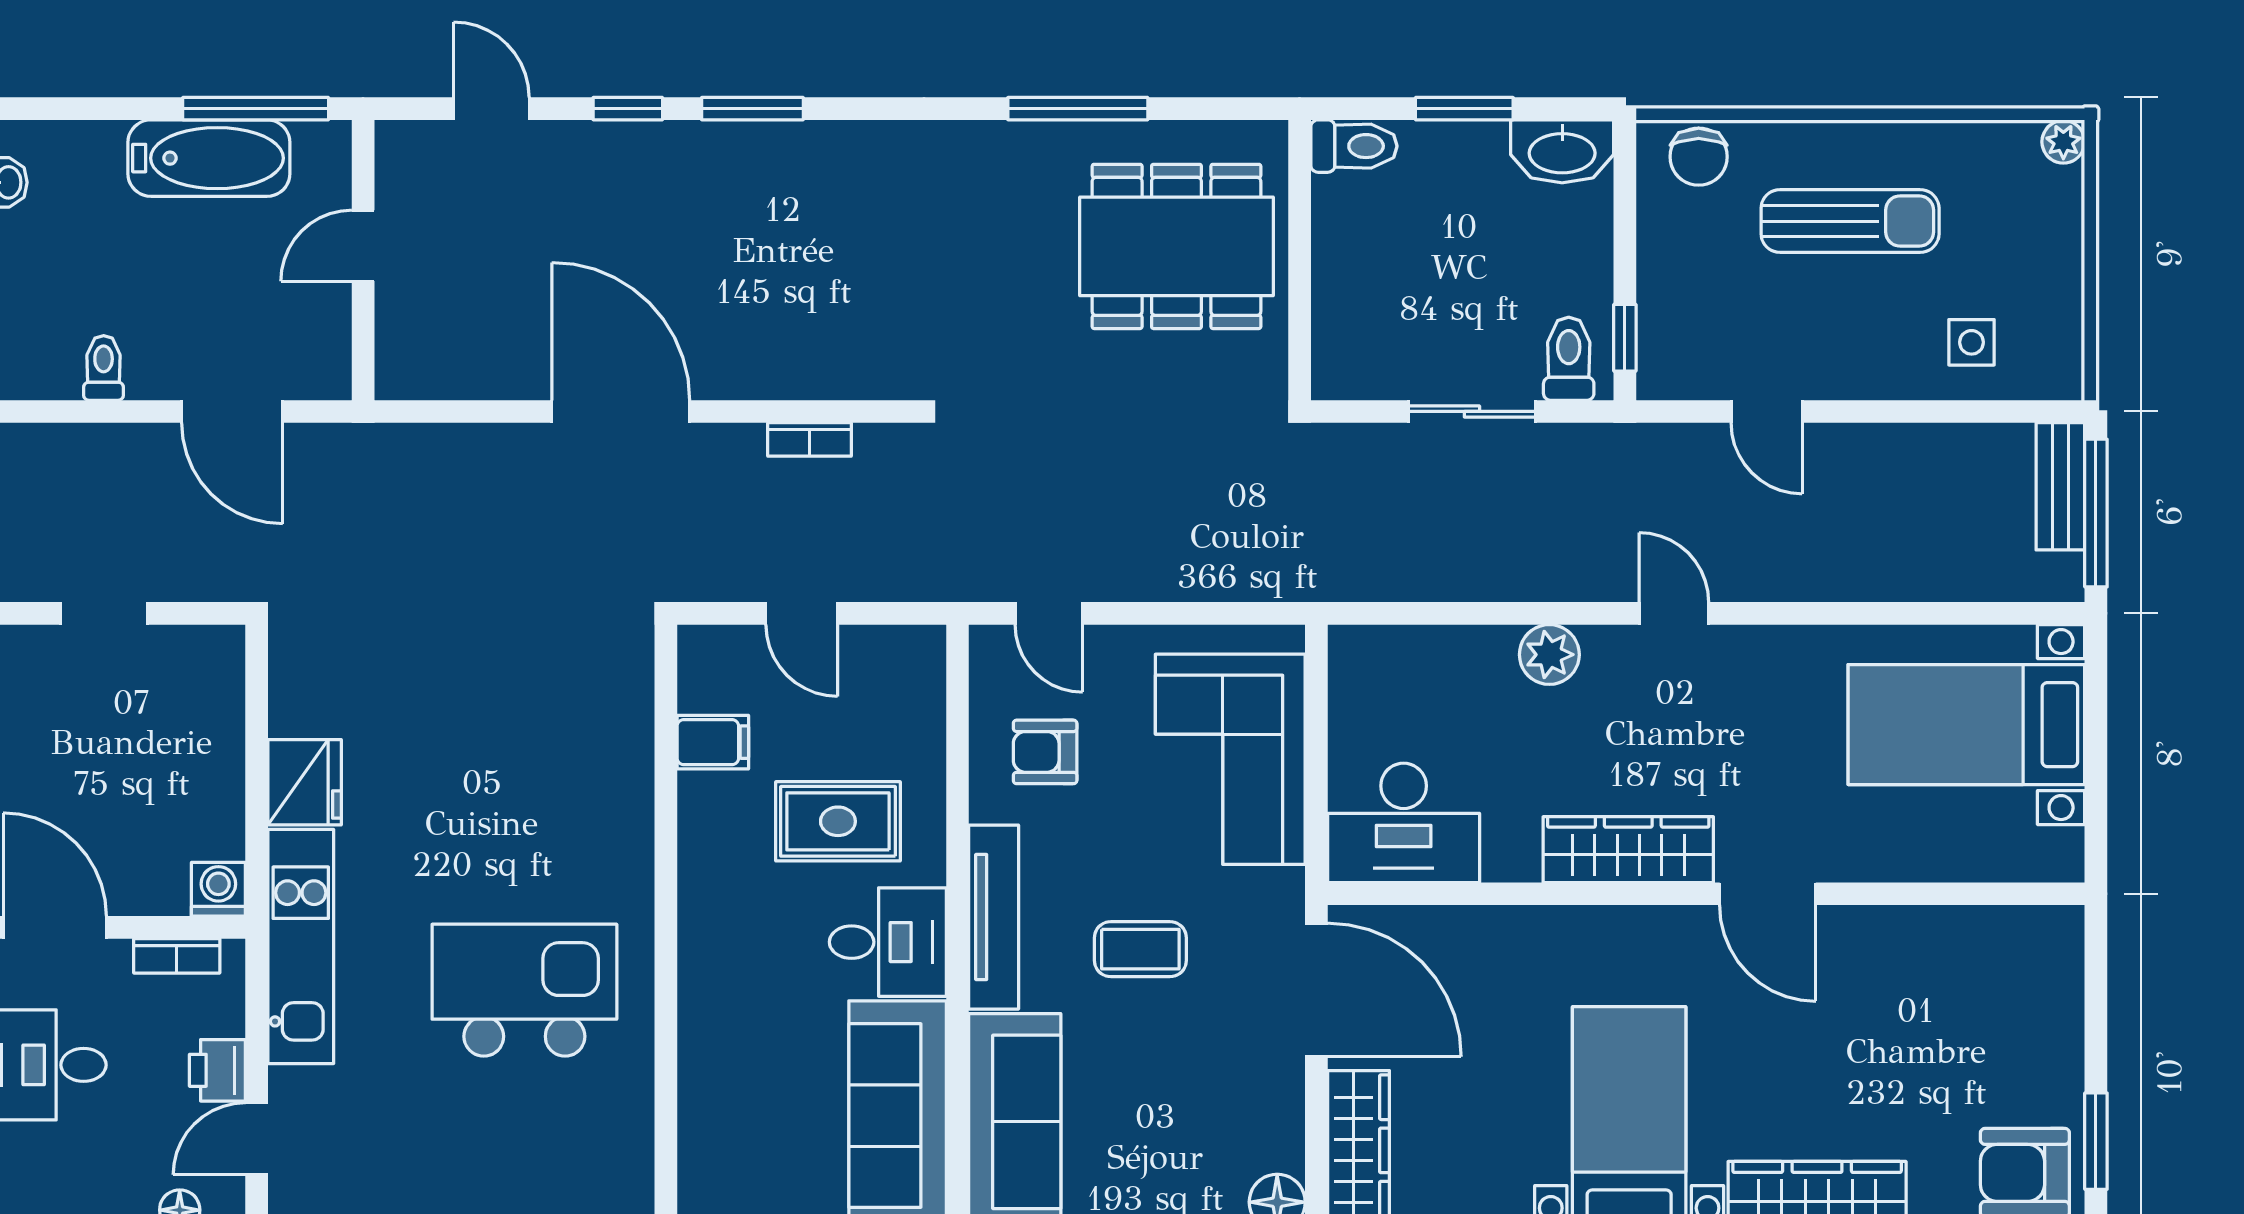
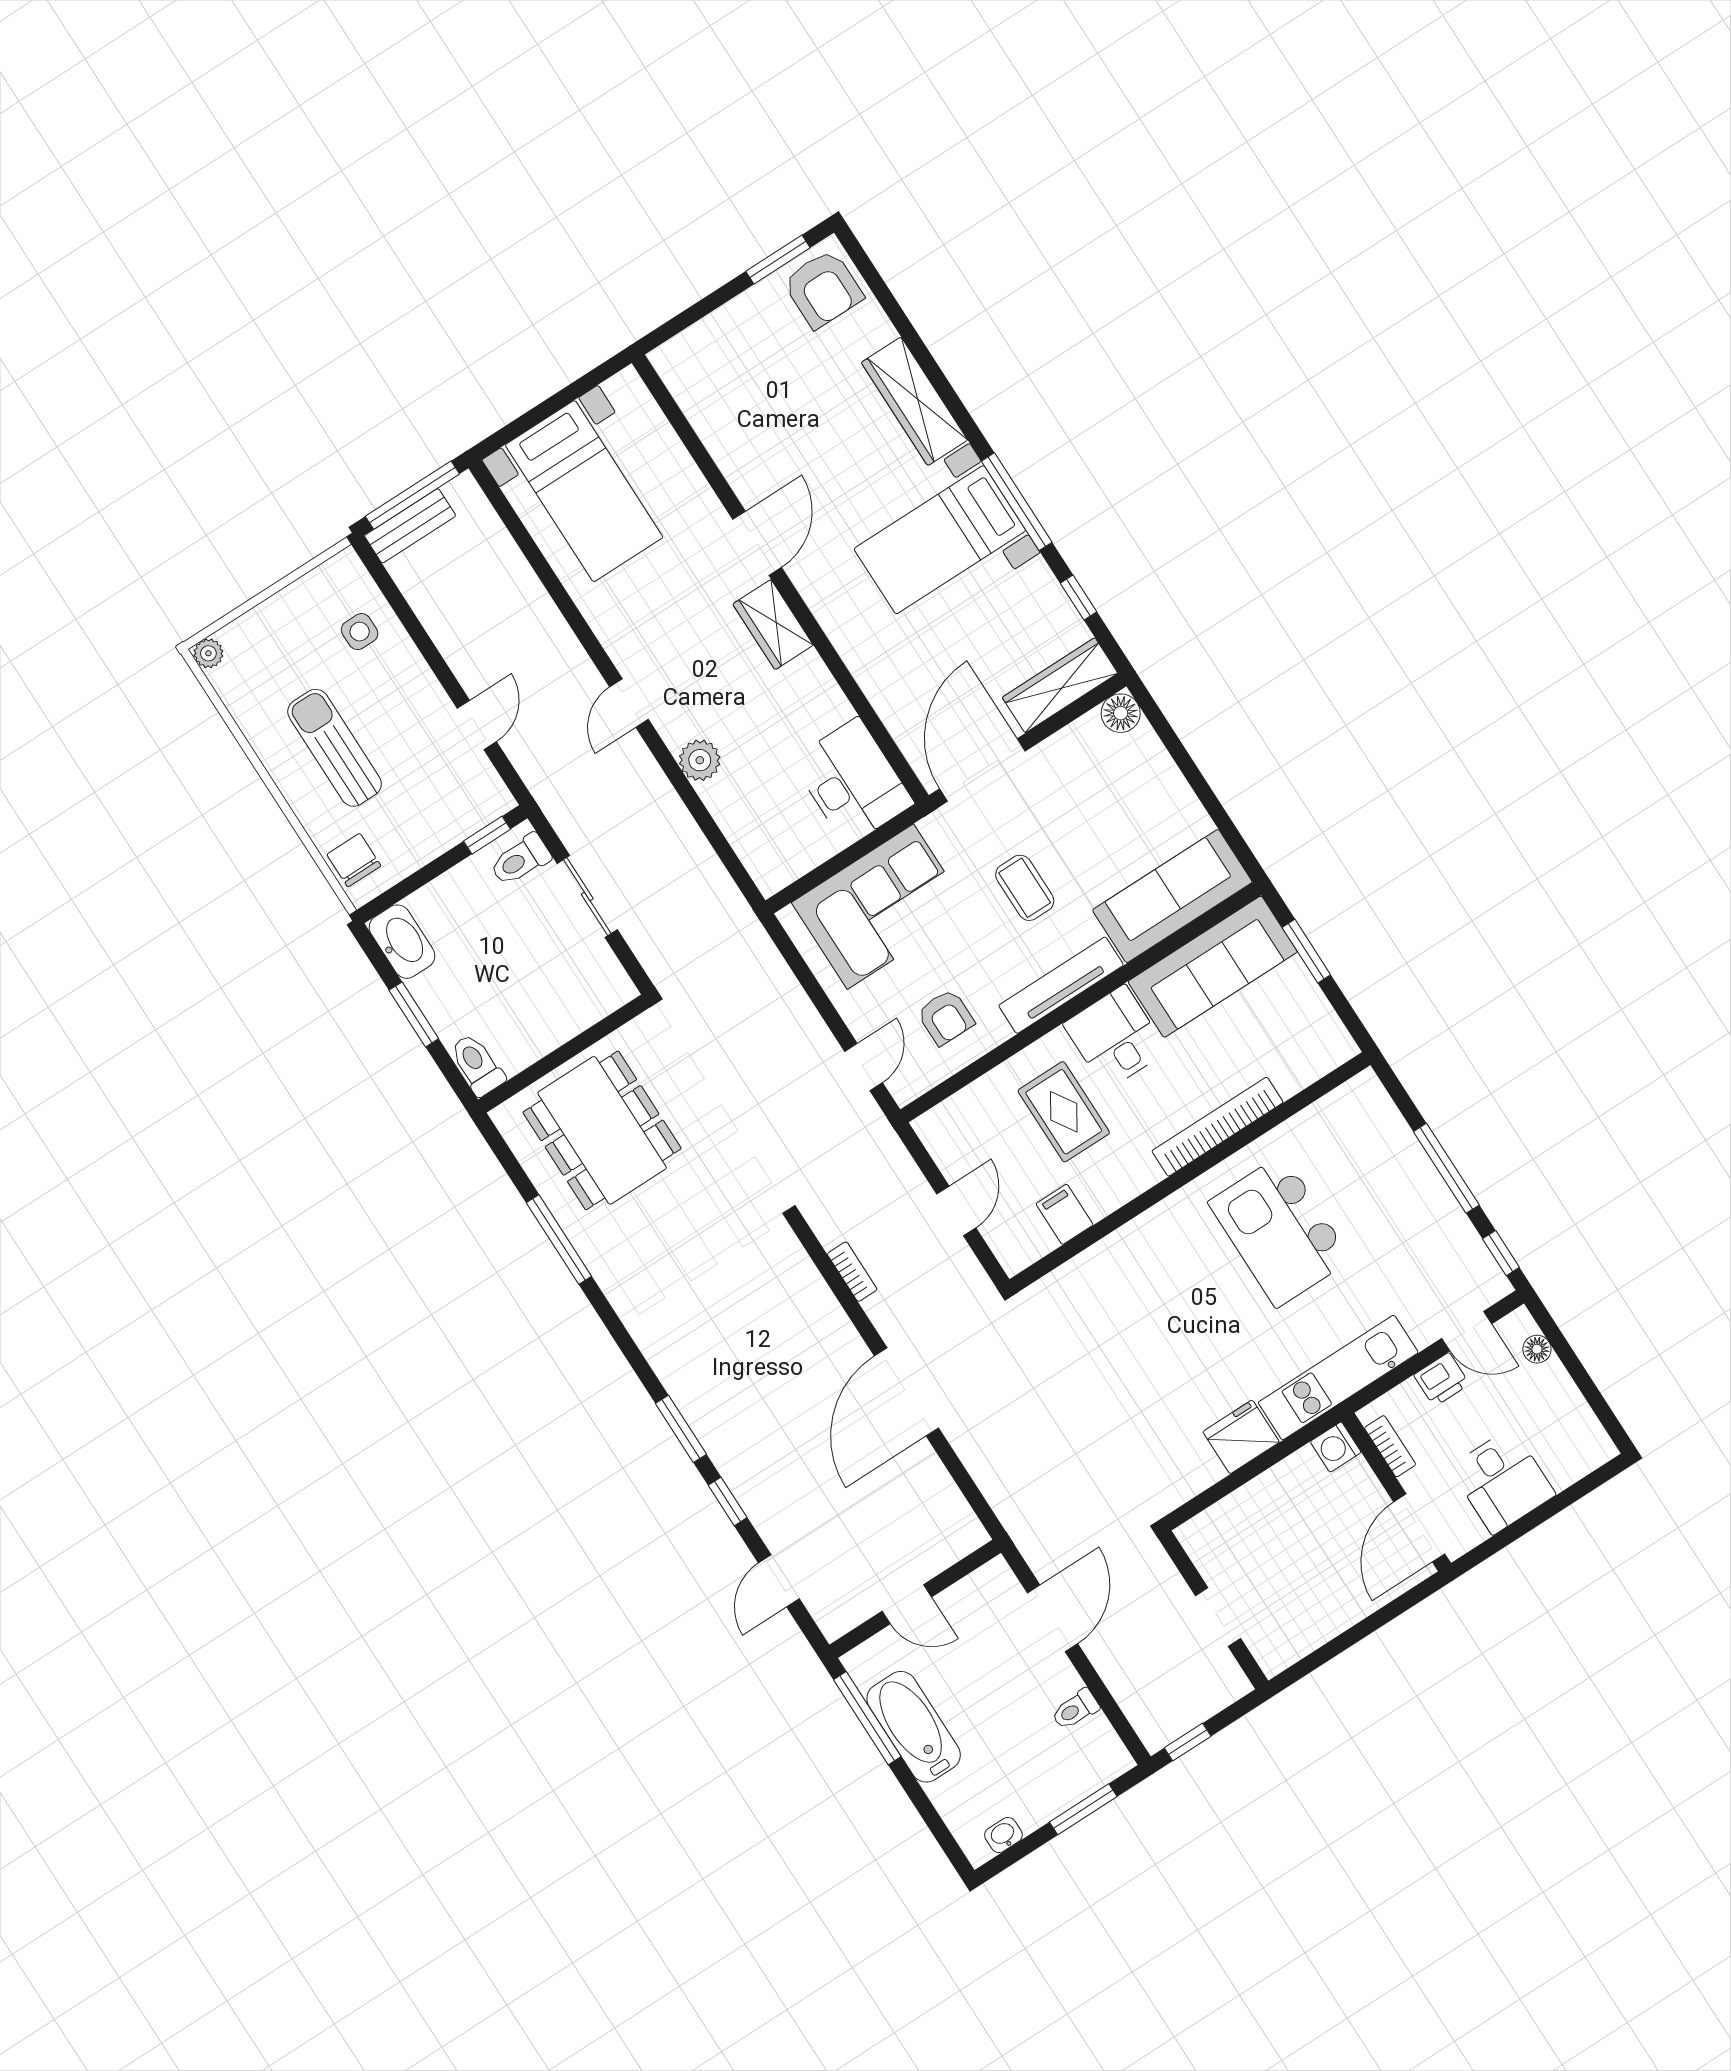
chair: (1699, 157) -> (354, 860), turned -90
wardrobe: (1628, 850) -> (773, 625), width x0.67
bookcase: (700, 996) -> (1217, 1127), added

